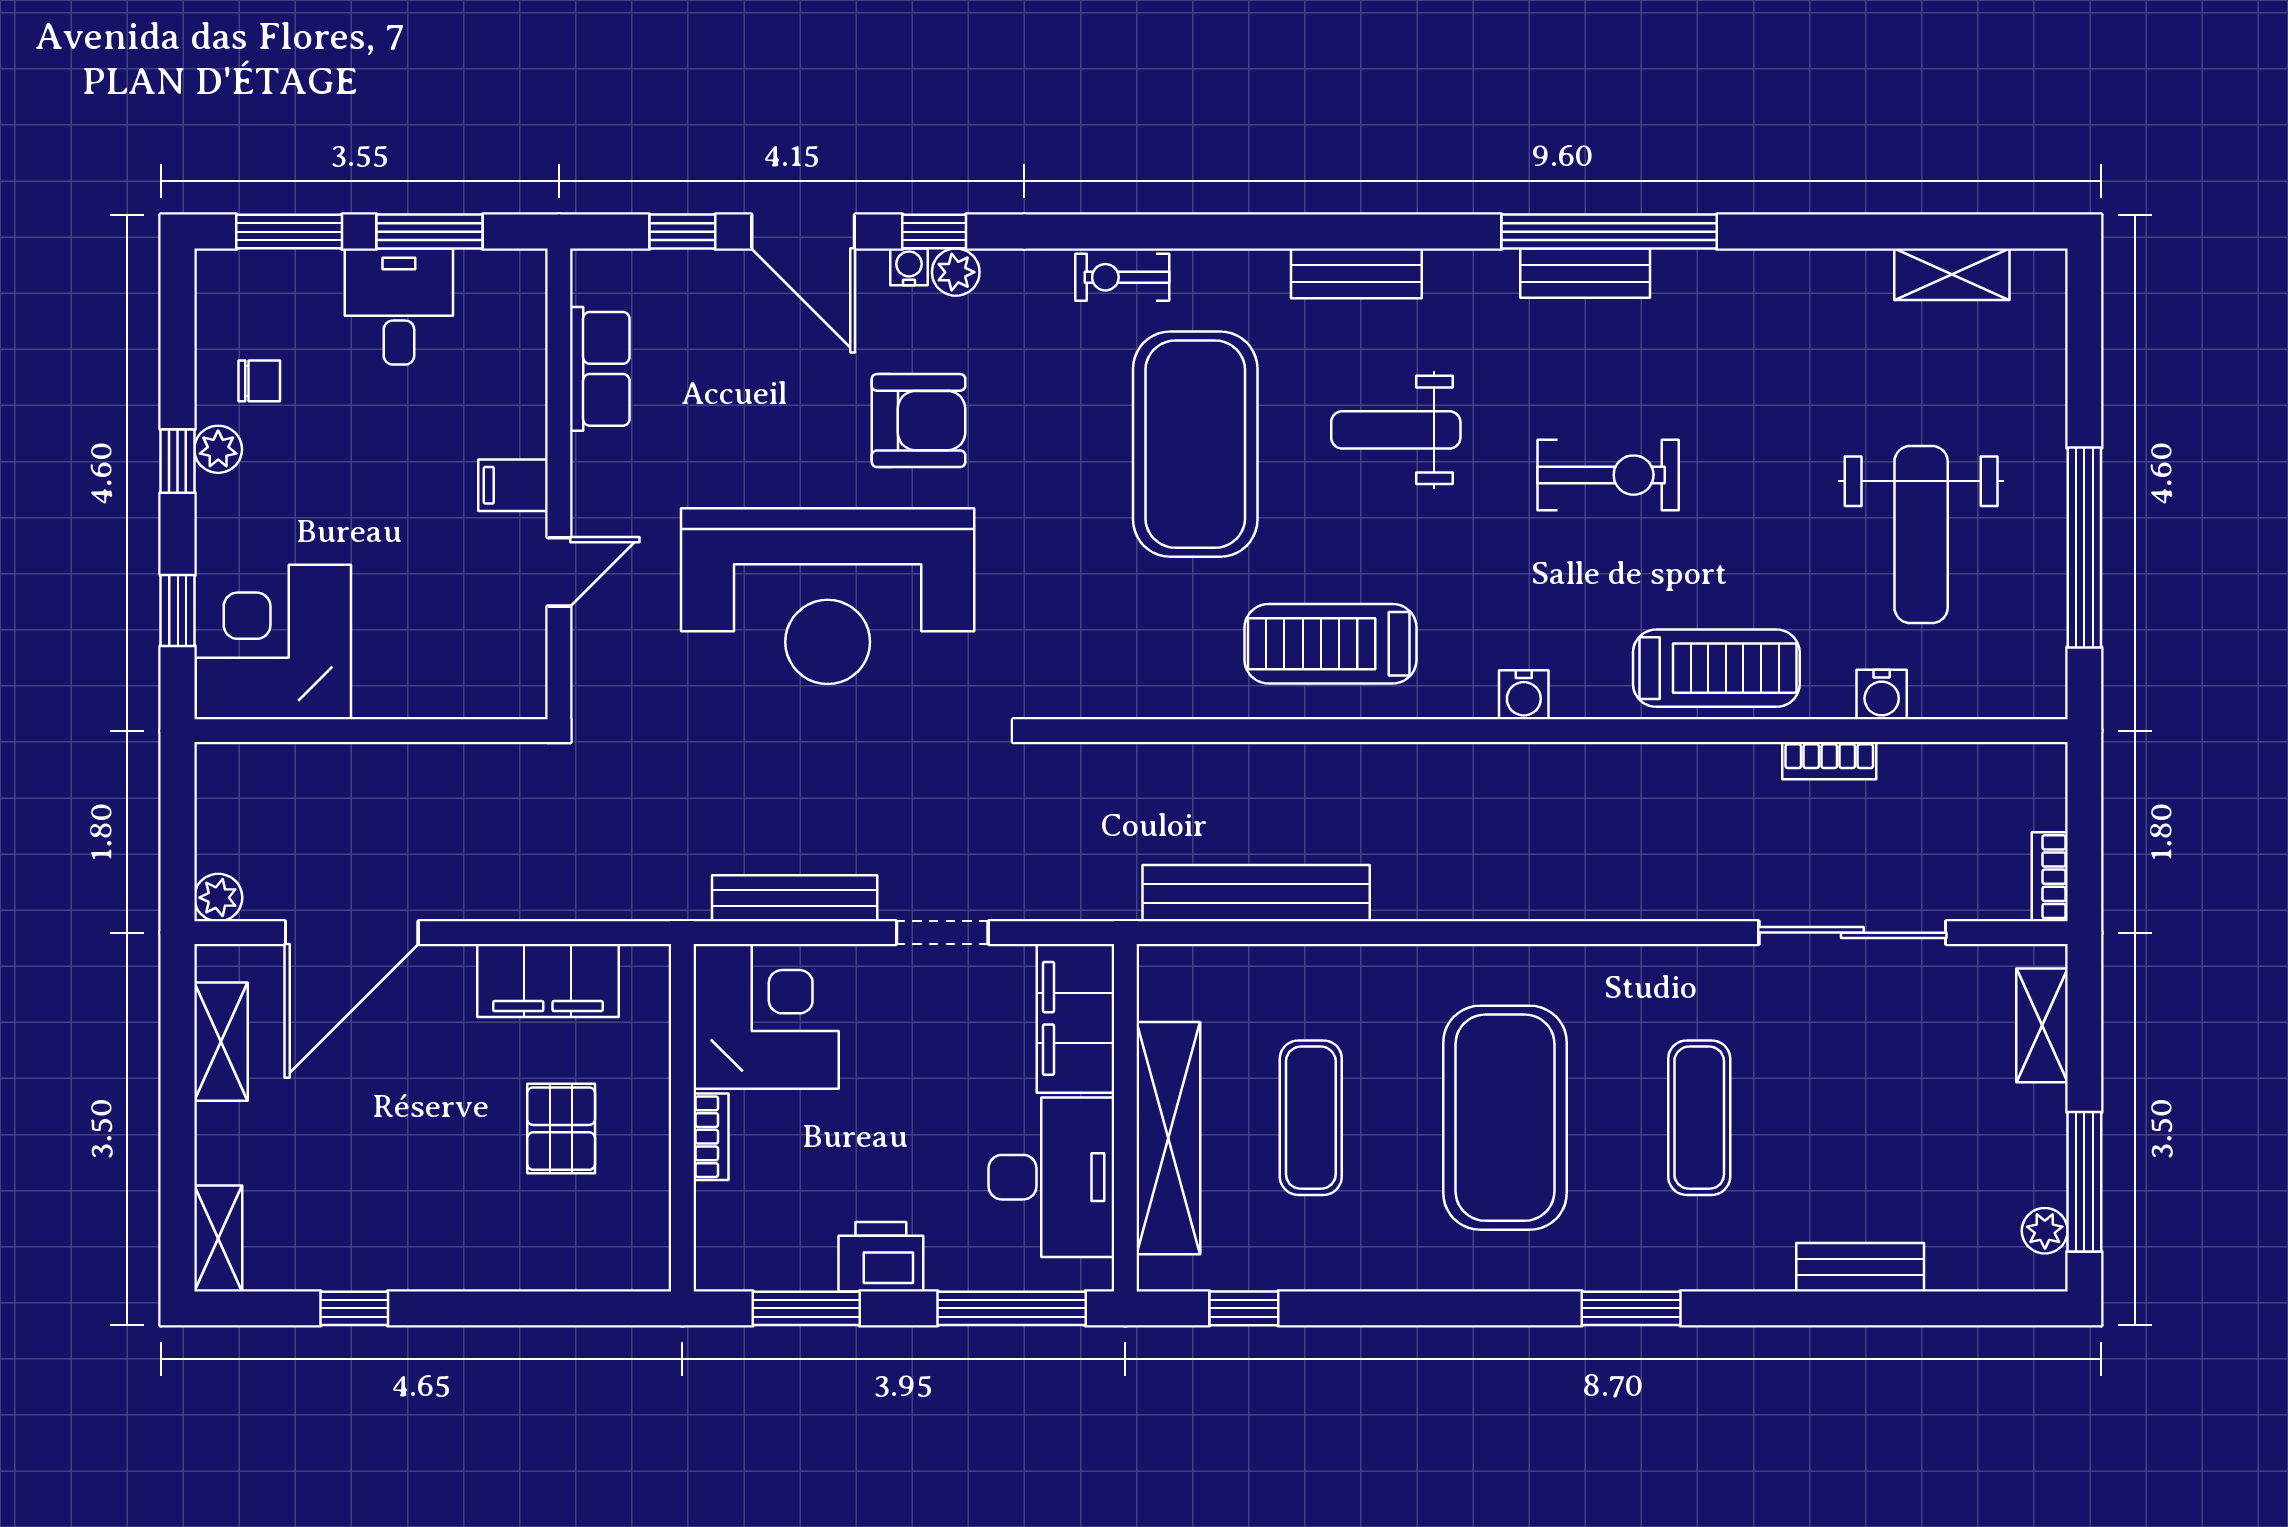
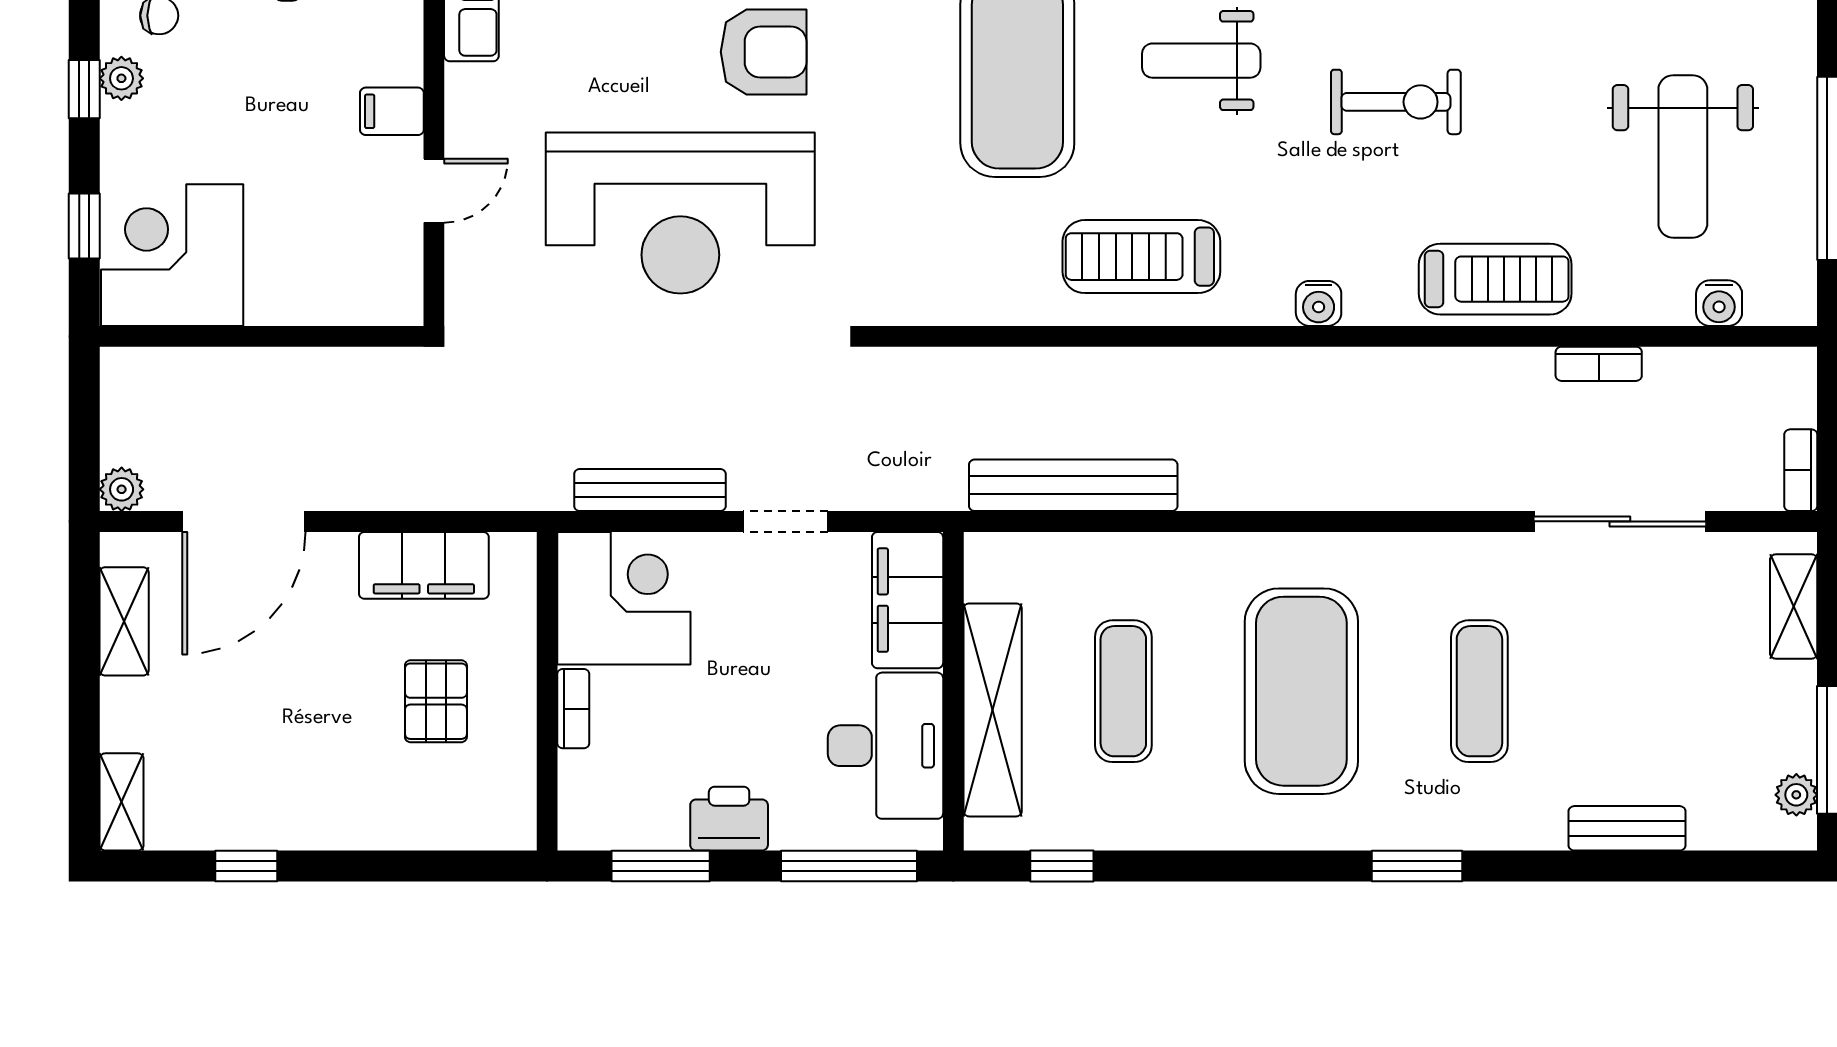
water cooler: (1882, 695) -> (1719, 303), moved

